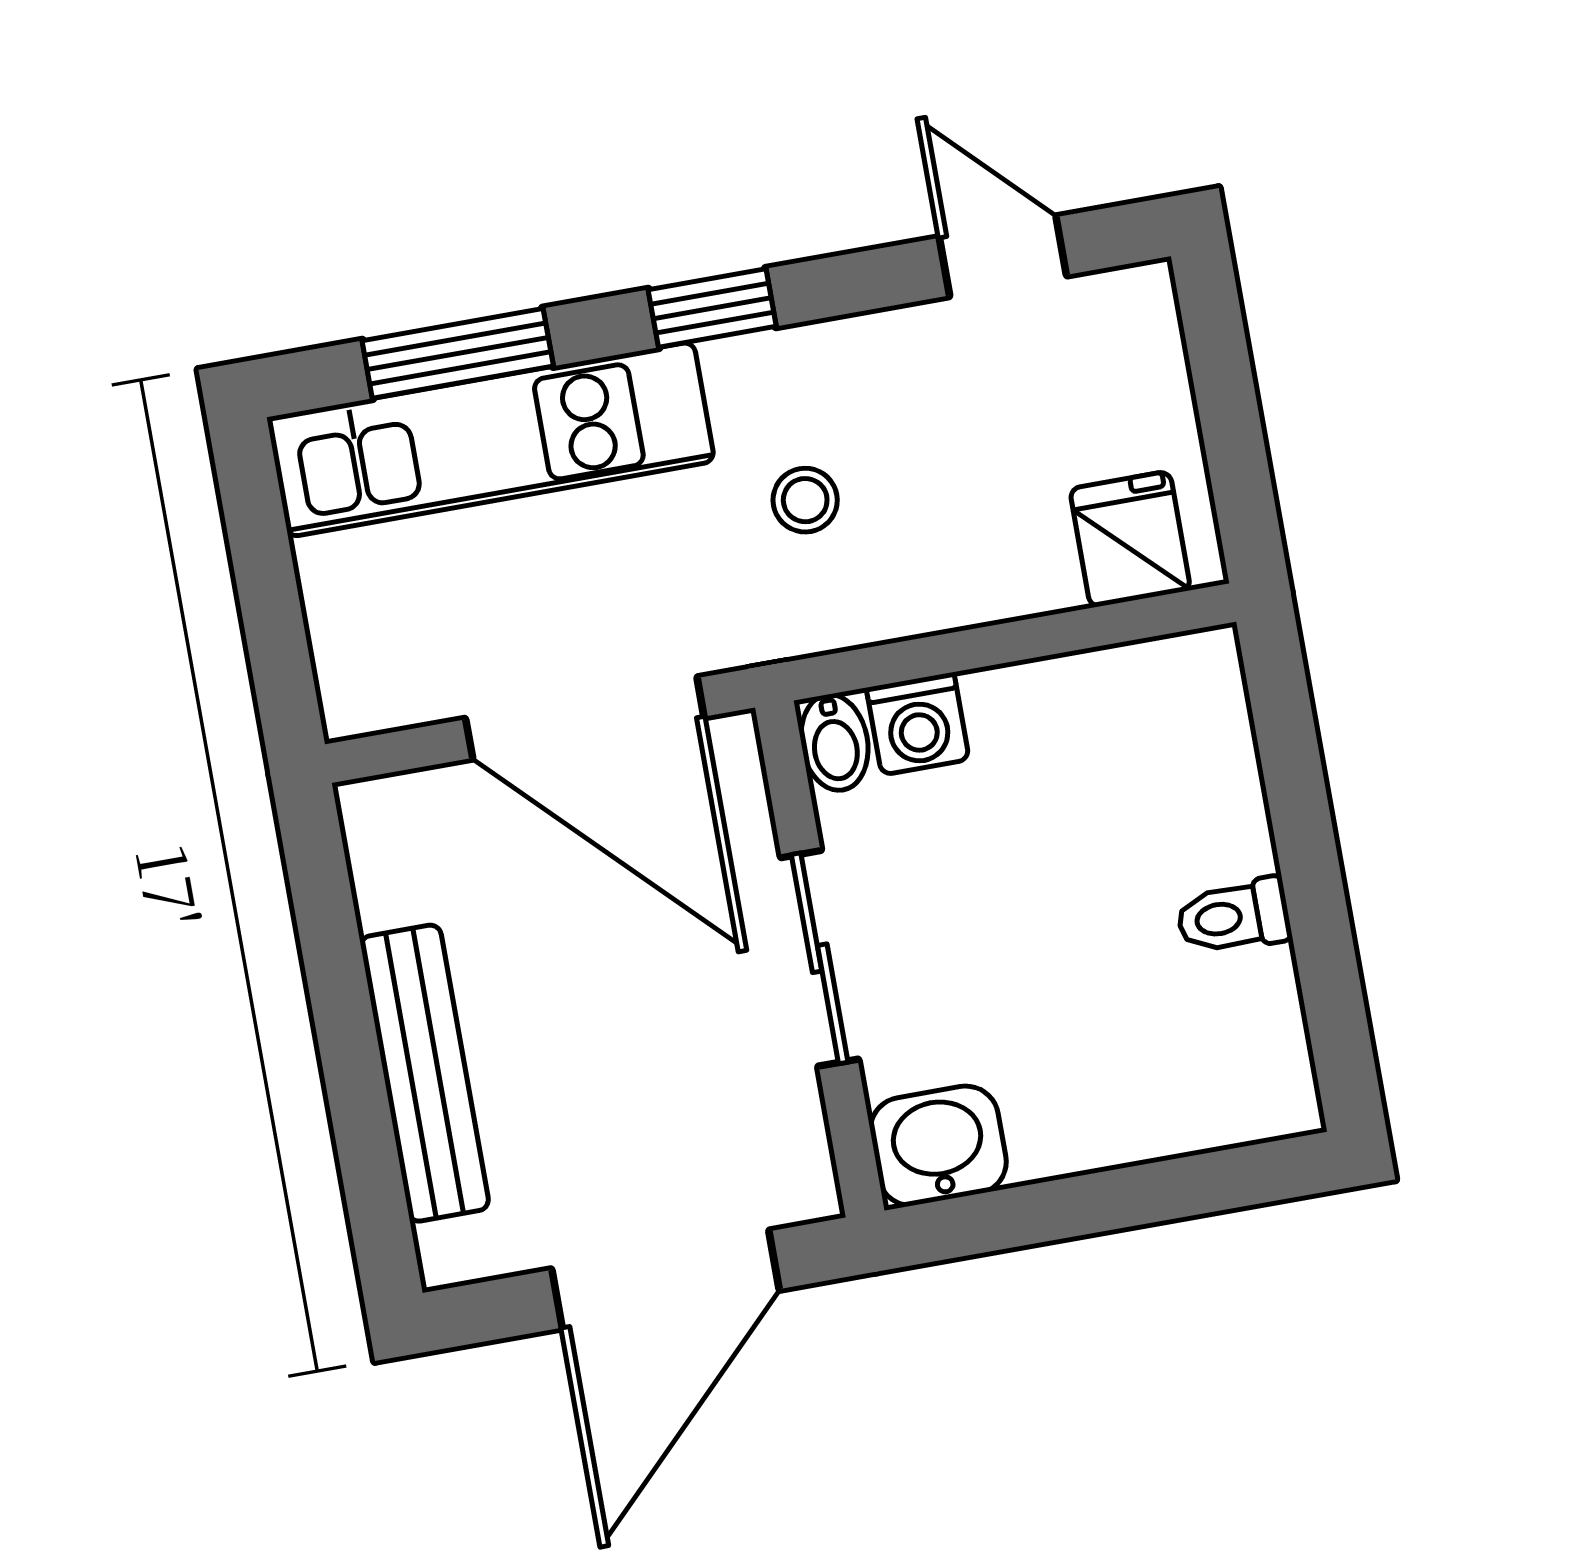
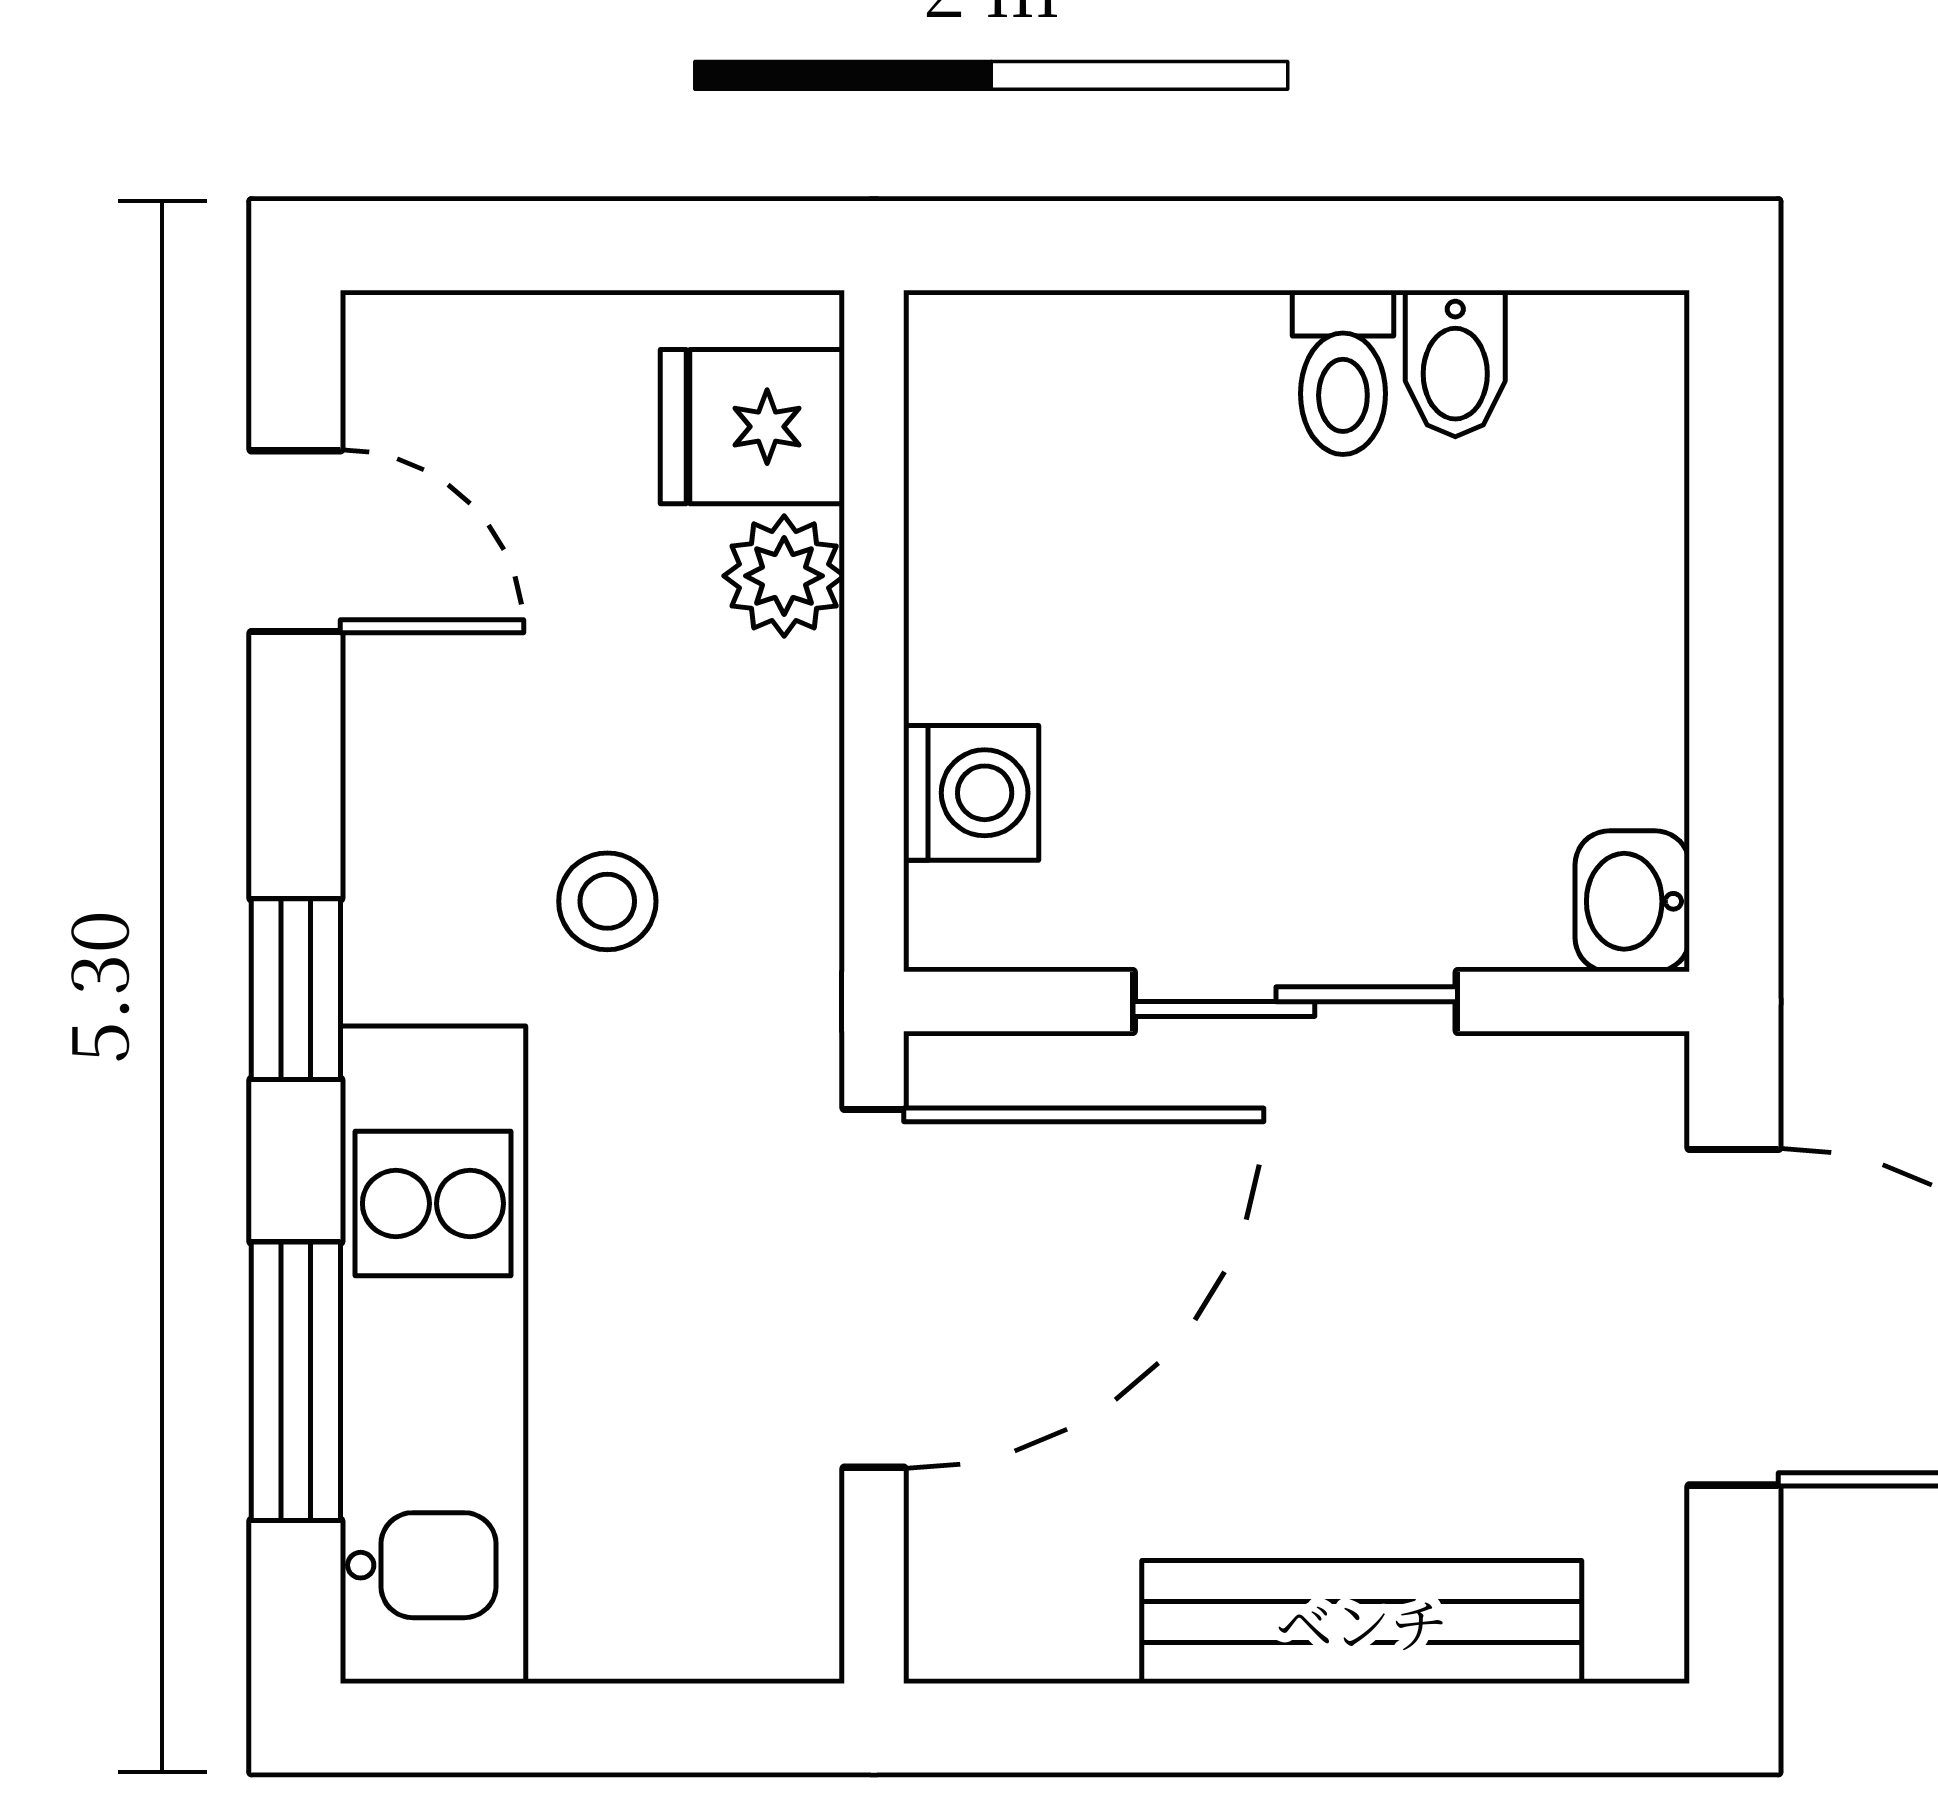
door: (1003, 256) -> (296, 541), swing flipped
plant: (1037, 577) -> (784, 576), added
bidet: (834, 742) -> (1455, 363), moved, turned 90
washbasin: (938, 1146) -> (1632, 901), width x0.72, depth x0.69

